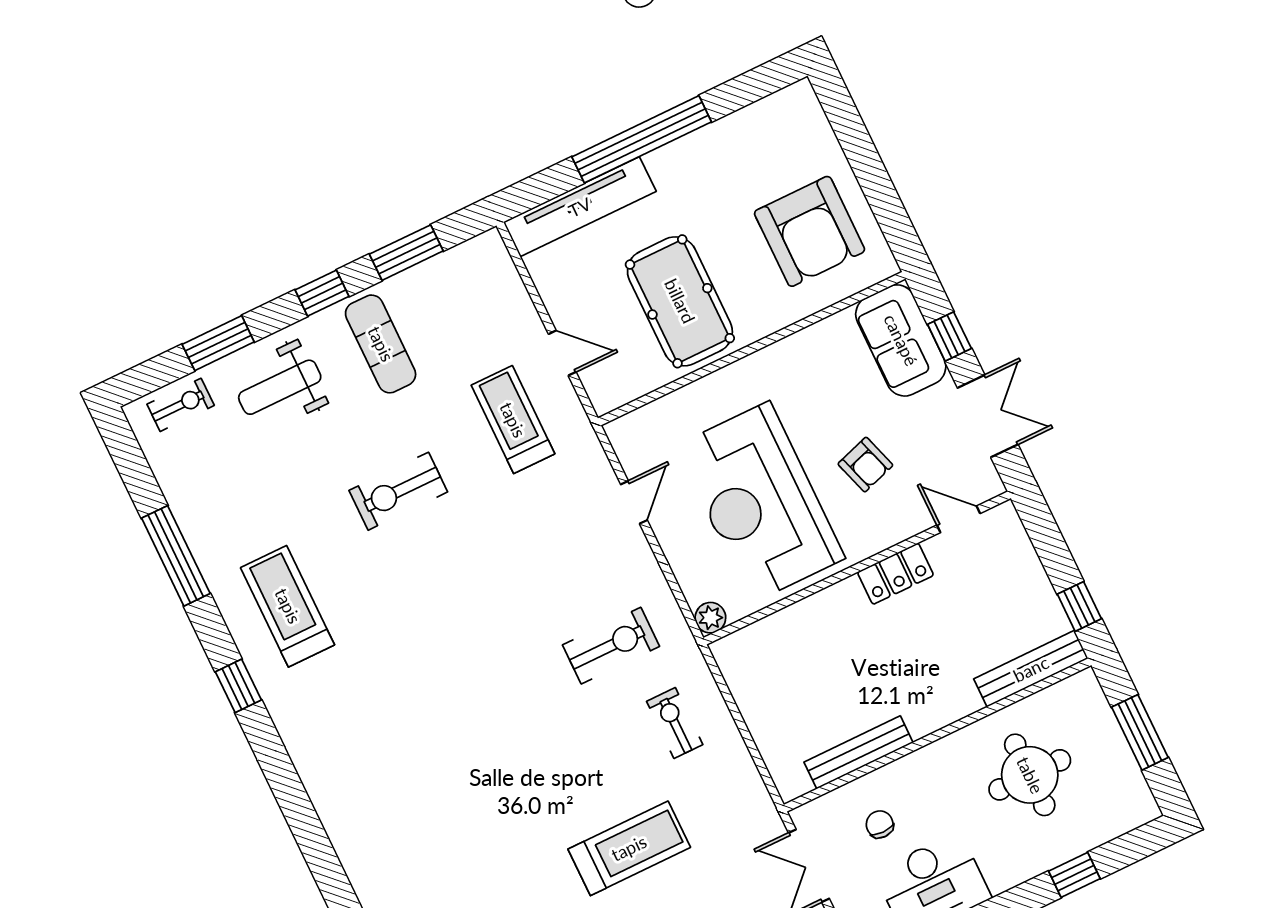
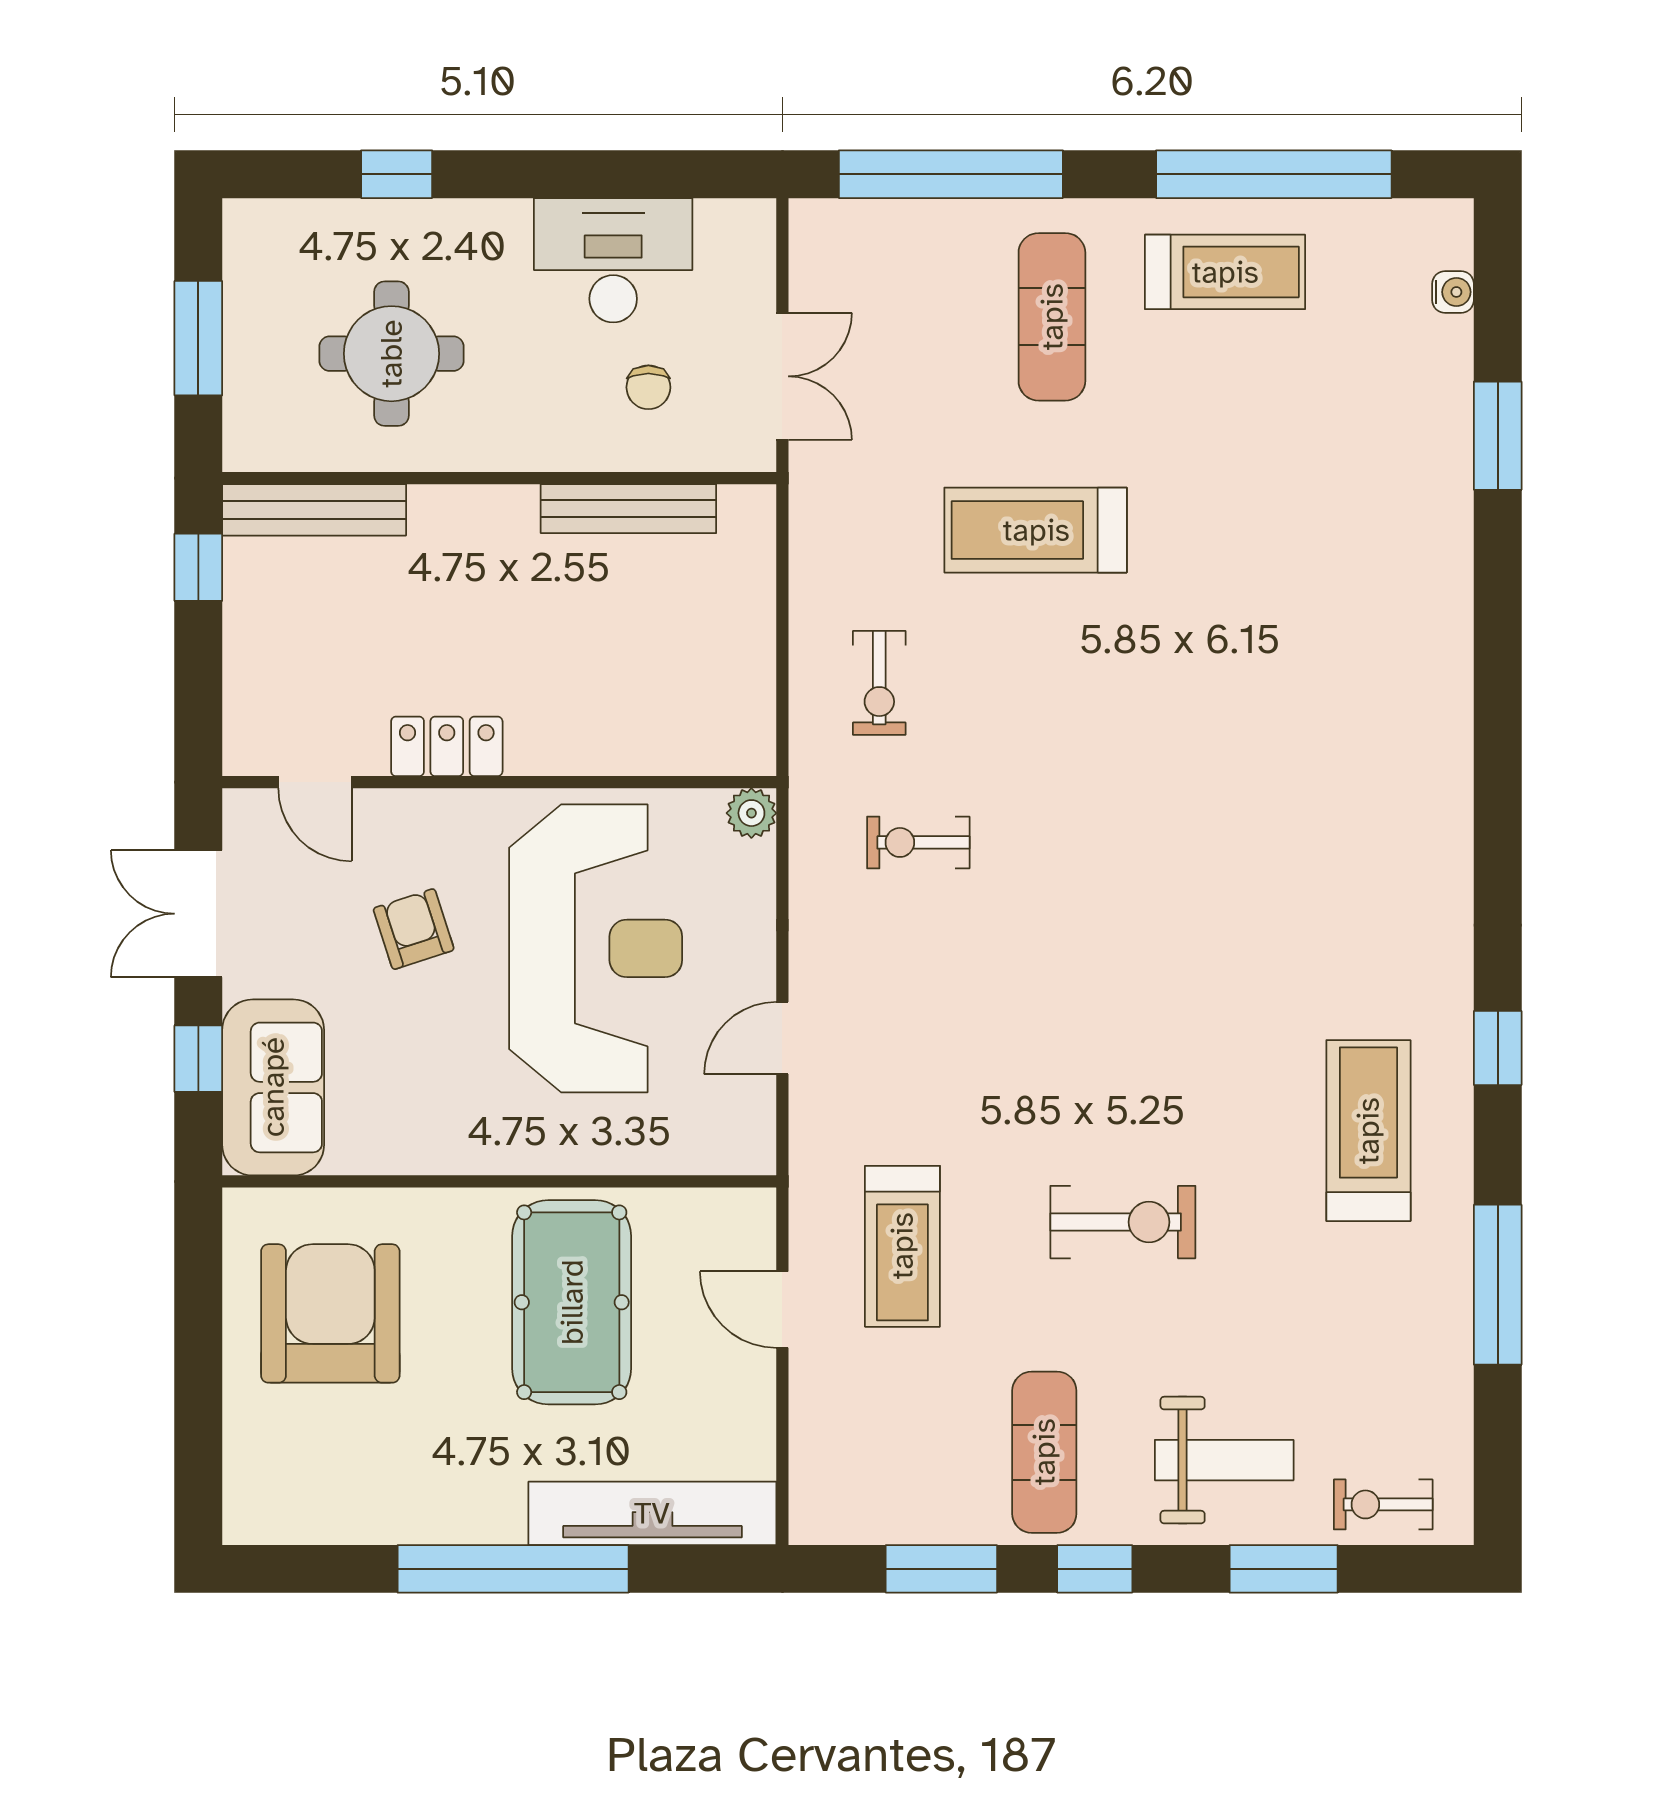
treadmill: (288, 606) -> (1368, 1131), turned 180
exercise bike: (611, 646) -> (918, 842), width x0.73, depth x0.72

